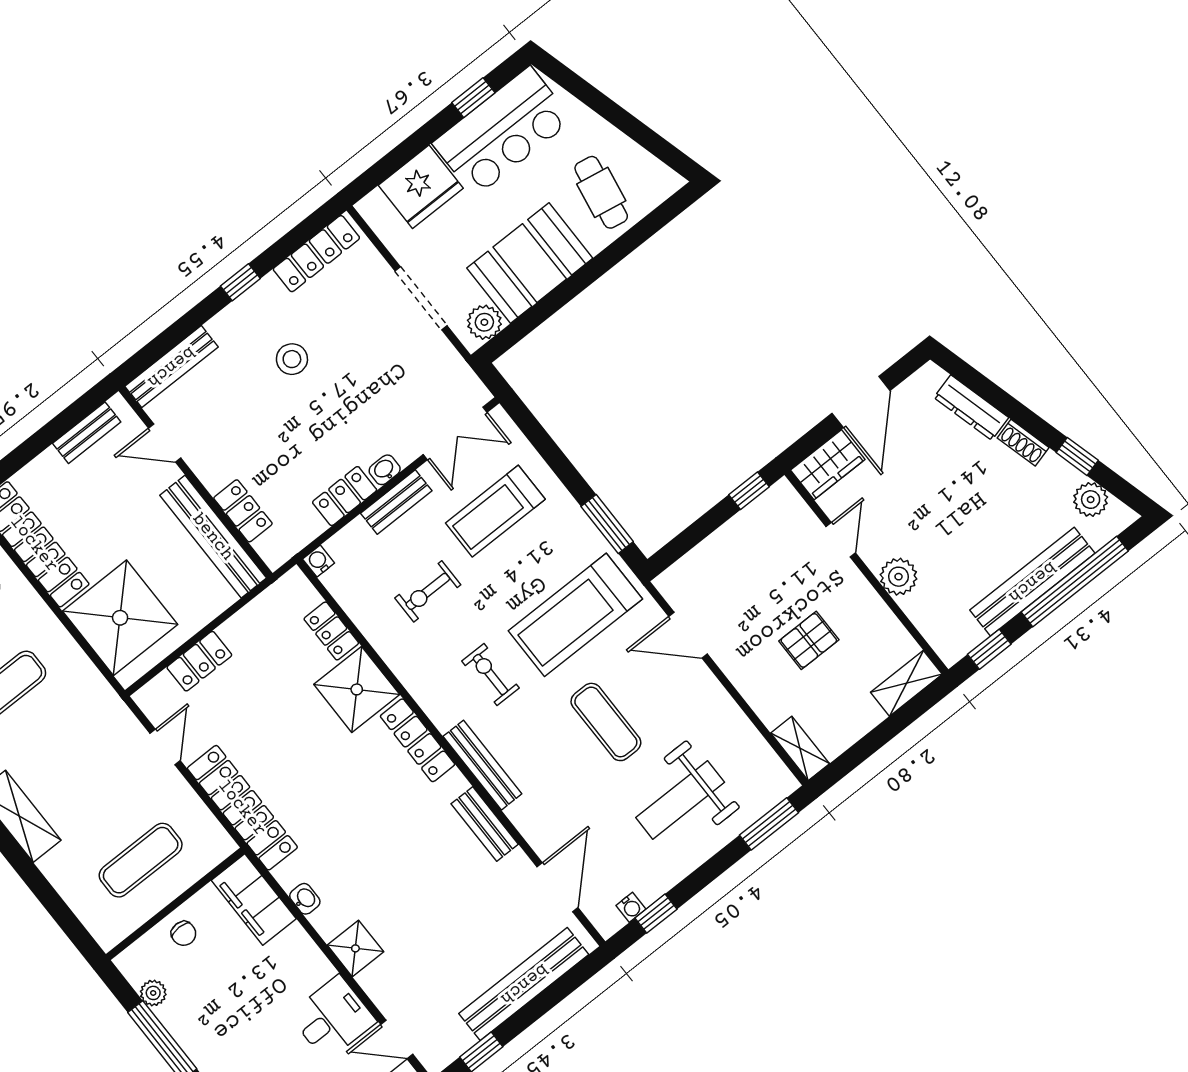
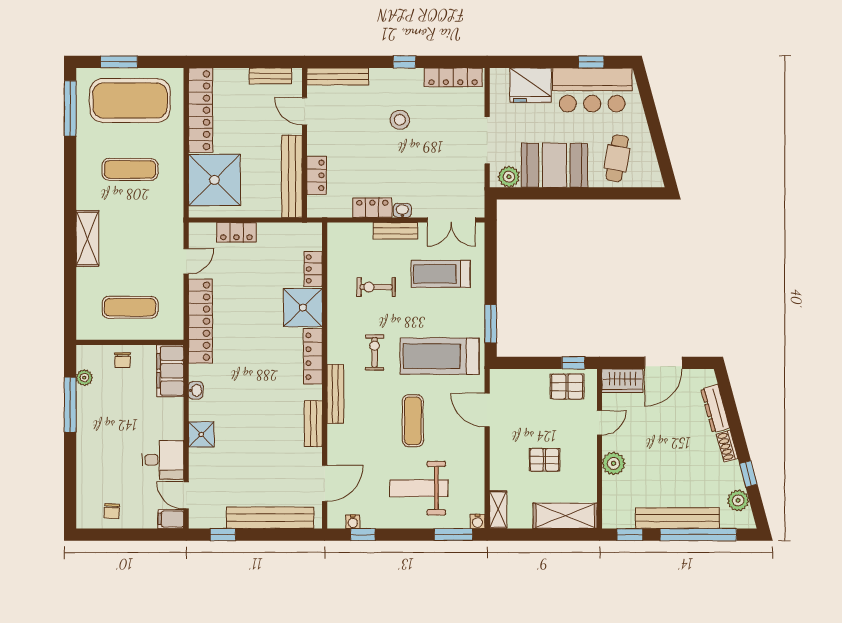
pallet: (764, 527) -> (567, 387), added
water cooler: (319, 561) -> (478, 521), moved, turned 180
shelving: (906, 683) -> (565, 516), width x1.50, depth x1.33

